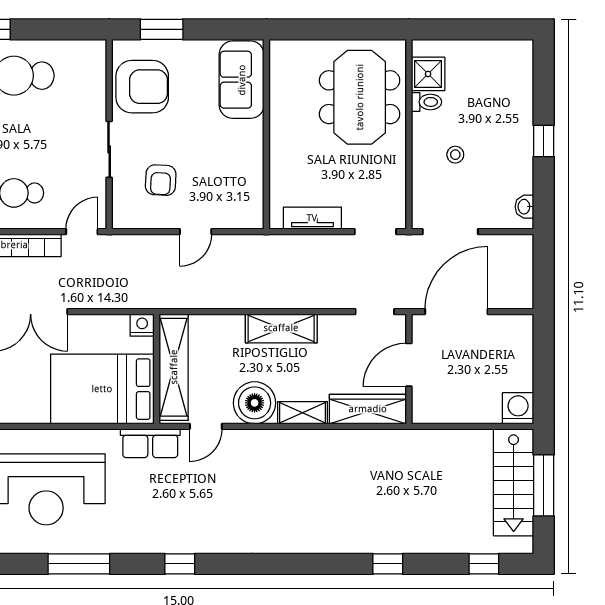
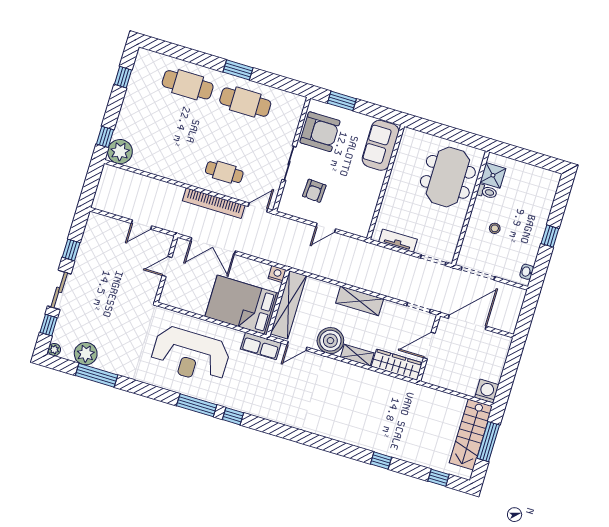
window: (180, 564) -> (233, 416), moved

